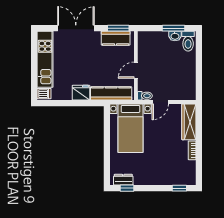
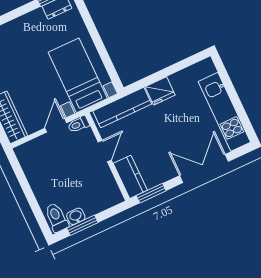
double door: (76, 28) -> (204, 169), swing flipped
kitchen counter: (116, 38) -> (130, 177), moved, turned 90
dishwasher: (44, 94) -> (206, 68), removed

